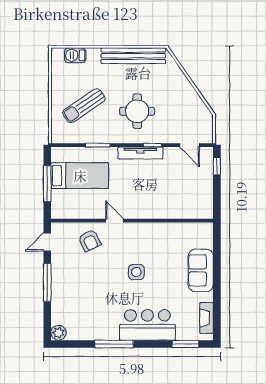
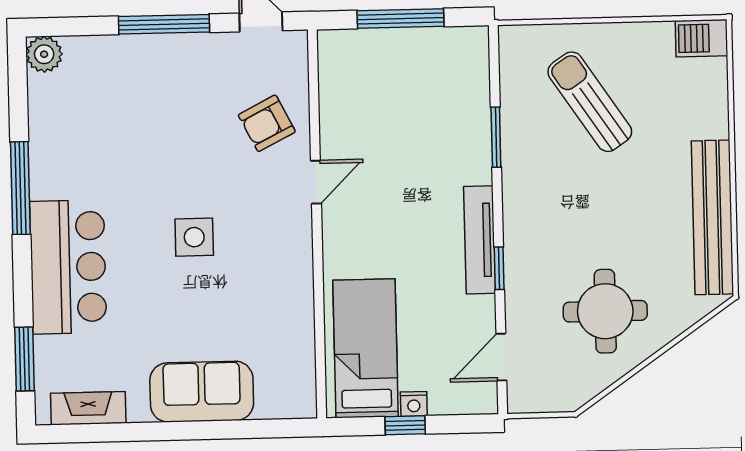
barbecue: (75, 55) -> (701, 38), moved, turned -90
round table: (137, 111) -> (605, 311), moved
window: (217, 166) -> (405, 425), moved
bed: (80, 176) -> (366, 348), moved, turned 180
nightstand: (208, 182) -> (414, 404), added

